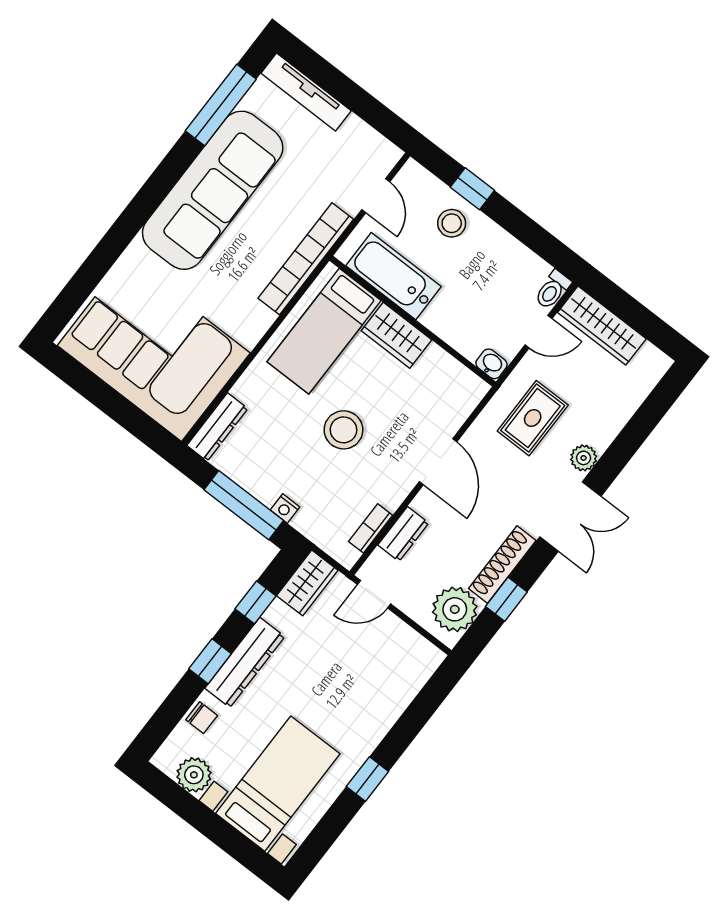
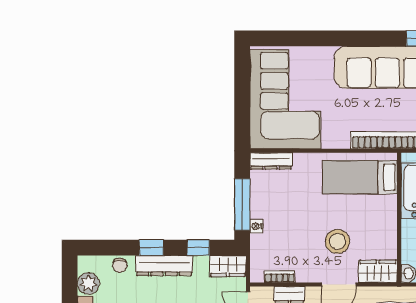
wardrobe: (397, 335) -> (378, 271), moved, turned 90
stool: (343, 430) -> (337, 241), moved

